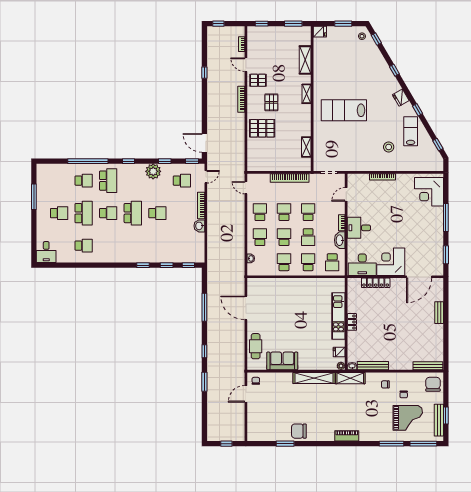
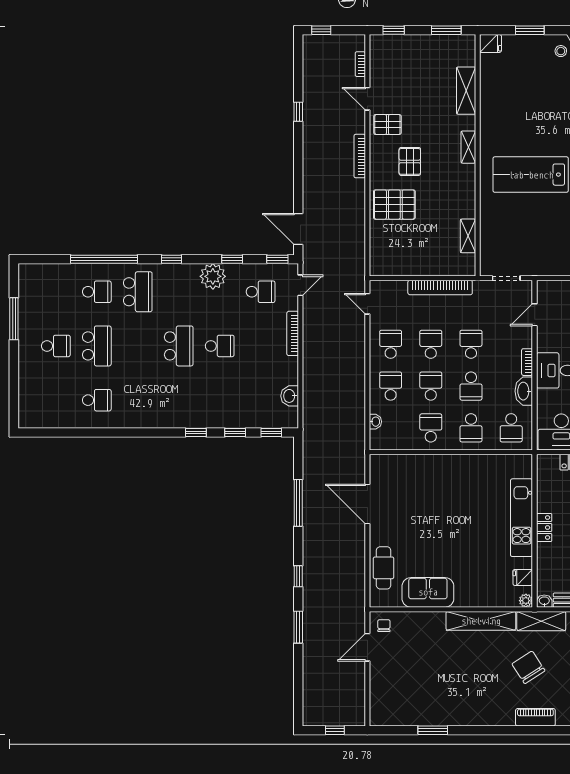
school desk: (108, 213) -> (138, 346), removed
washbasin: (199, 226) -> (290, 396), moved
desk: (46, 252) -> (34, 411), removed
school desk: (308, 262) -> (471, 428), turned 180
chair: (299, 431) -> (528, 667), moved, turned 57

